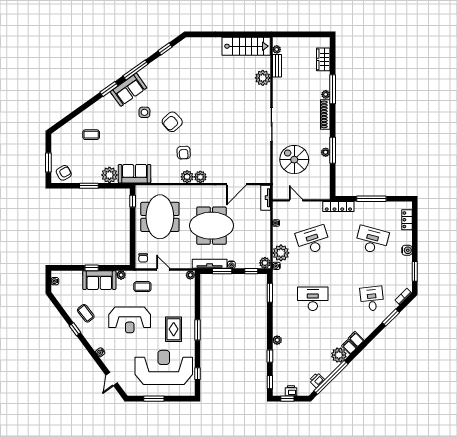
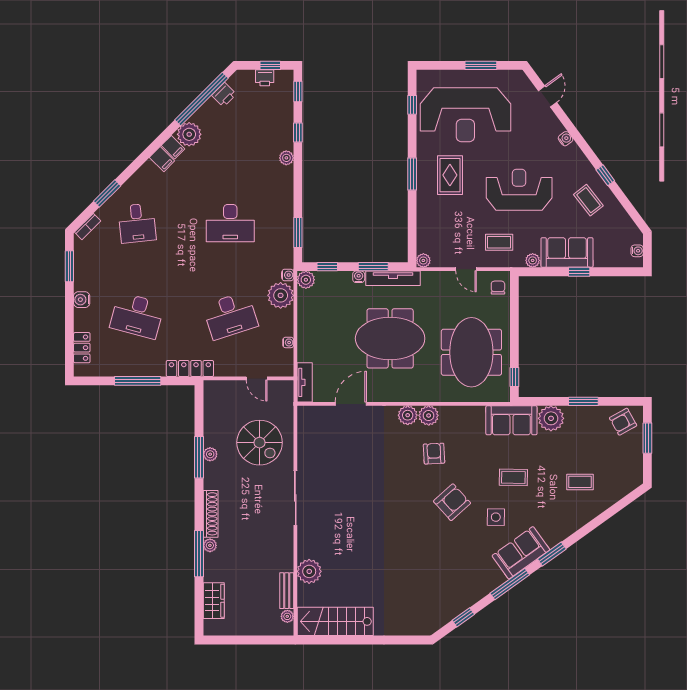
coffee table: (133, 137) -> (513, 477), added

